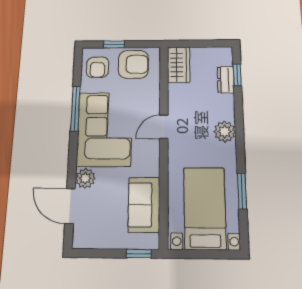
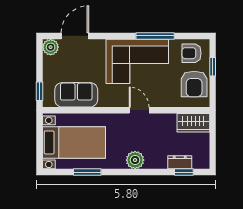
plant: (85, 178) -> (51, 47), moved

